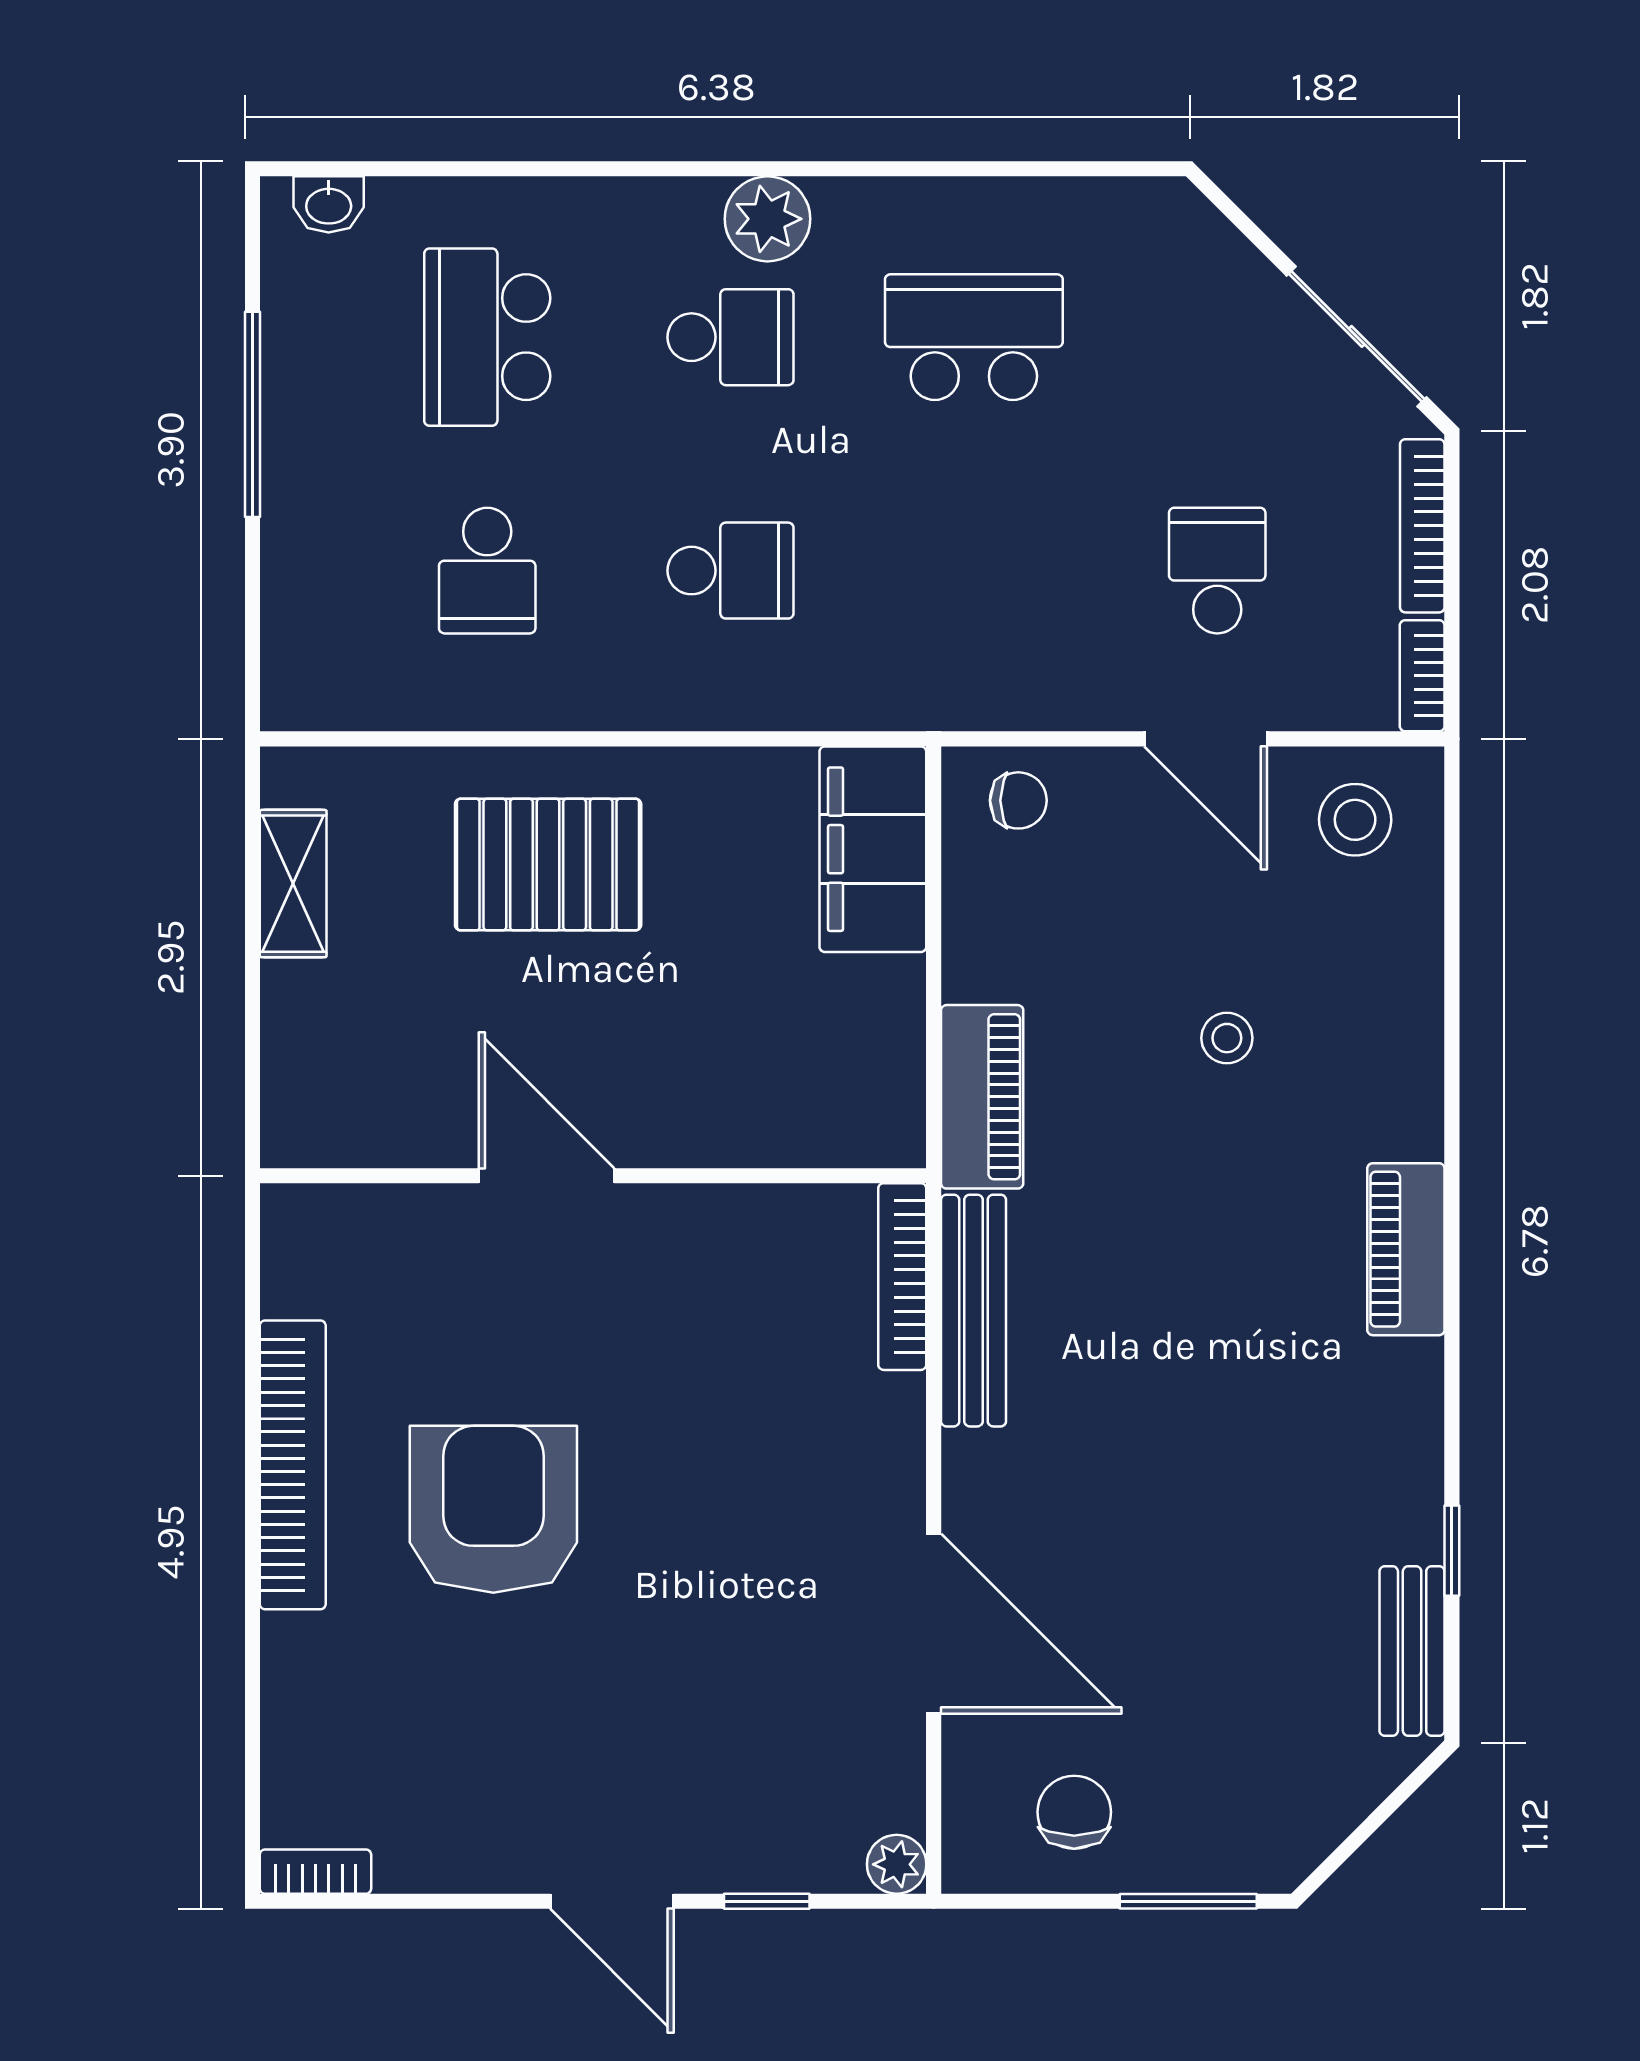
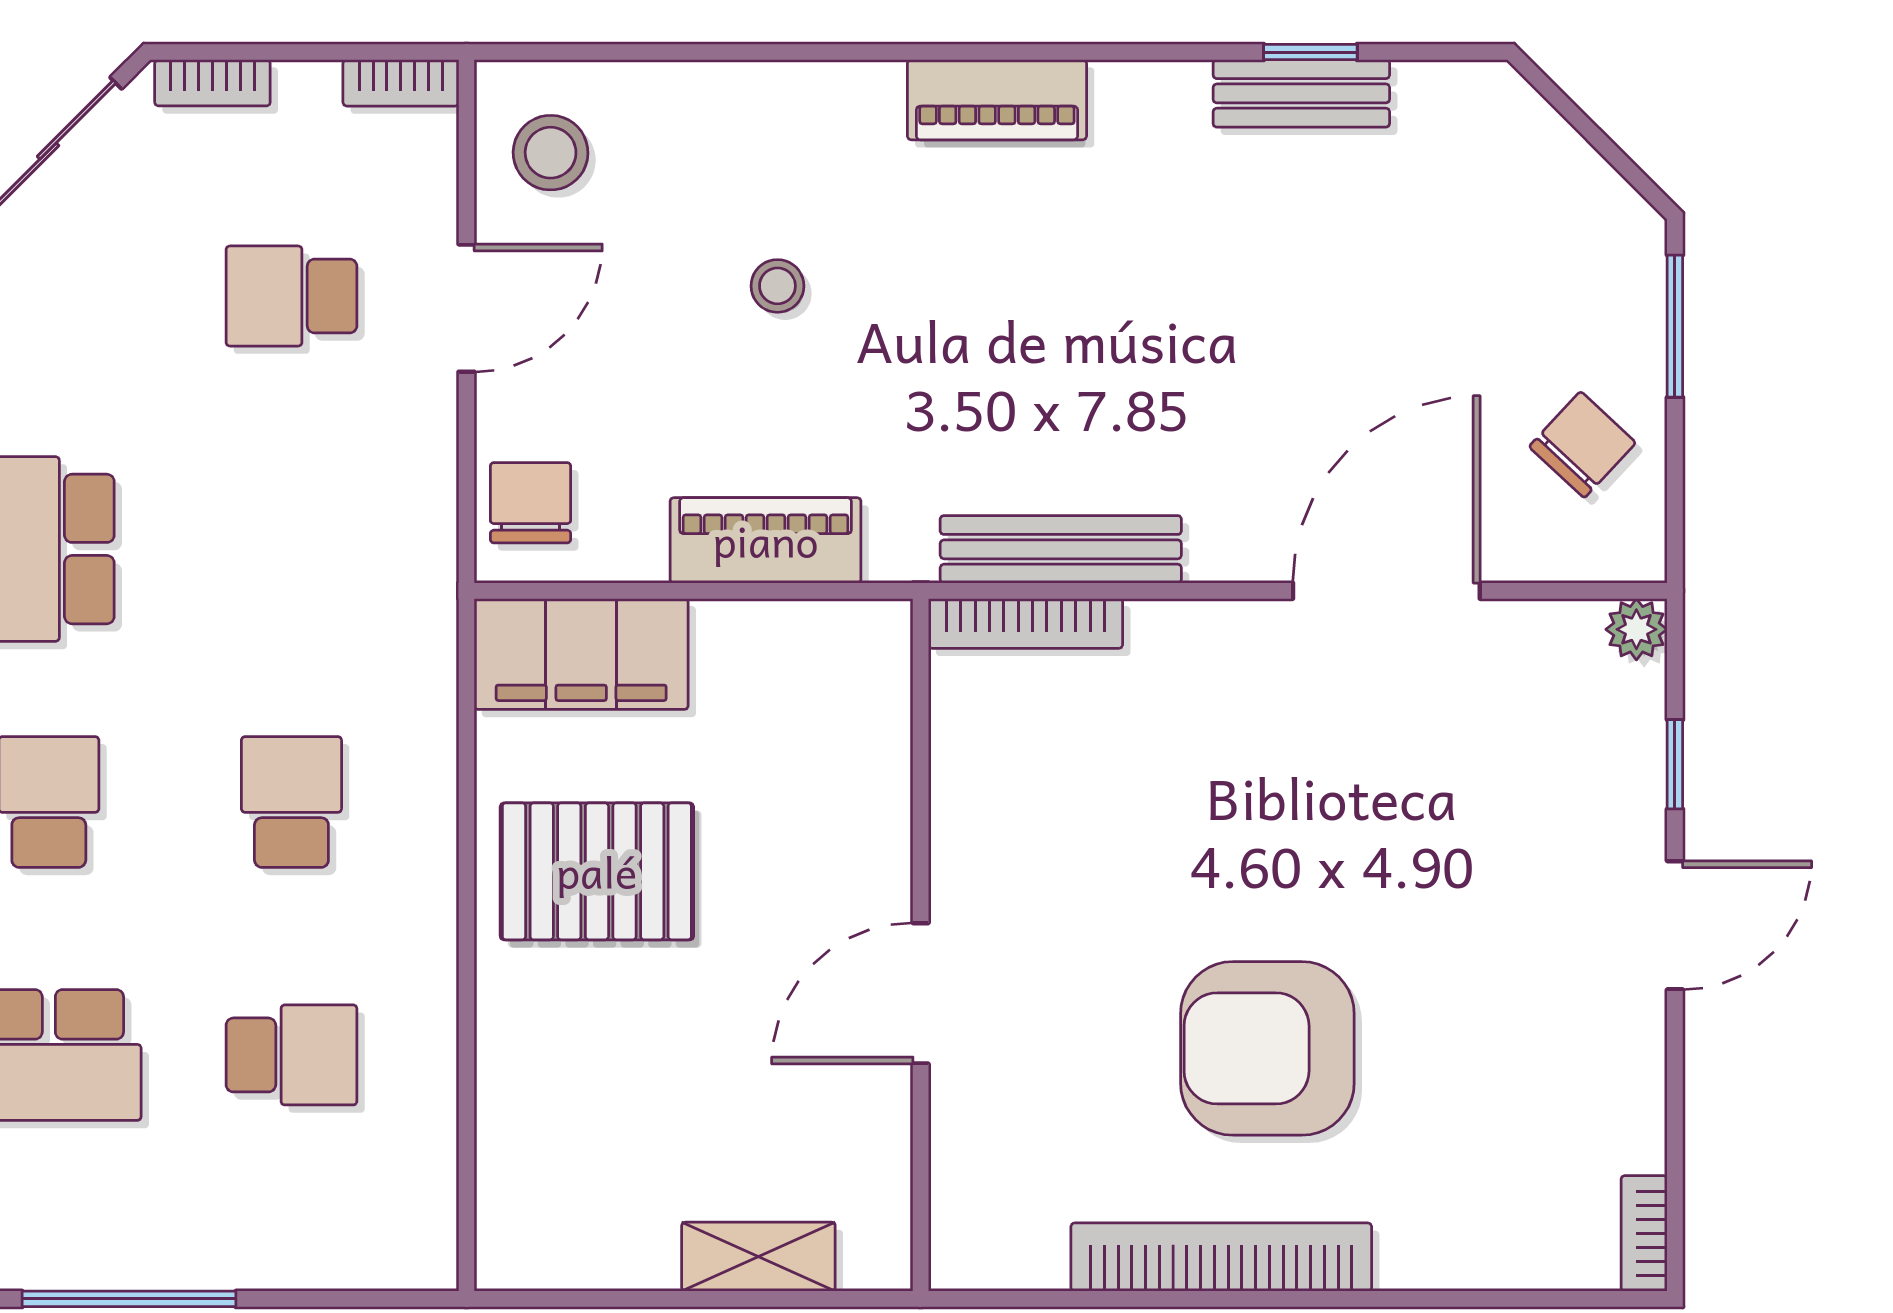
bookcase: (1422, 526) -> (212, 83), width x0.64
chair: (1018, 800) -> (530, 503), width x1.37, depth x1.37
pallet: (548, 865) -> (597, 871), moved, turned 90
shelving: (293, 884) -> (758, 1257), moved
piano: (982, 1097) -> (766, 540), moved
bench: (1412, 1651) -> (1301, 93), moved
chair: (1074, 1812) -> (1582, 445), turned 133

